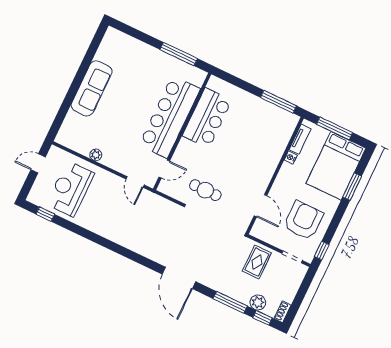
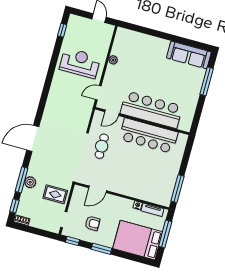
window: (179, 54) -> (207, 81), moved
sofa: (92, 88) -> (189, 55), moved
bar counter: (207, 118) -> (149, 136), width x1.36
door: (164, 169) -> (112, 113), hinge flipped
window: (352, 187) -> (101, 249), moved
reception desk: (70, 189) -> (80, 63), moved
armchair: (303, 220) -> (92, 223), width x0.53, depth x0.53
plant: (258, 302) -> (30, 182), moved

